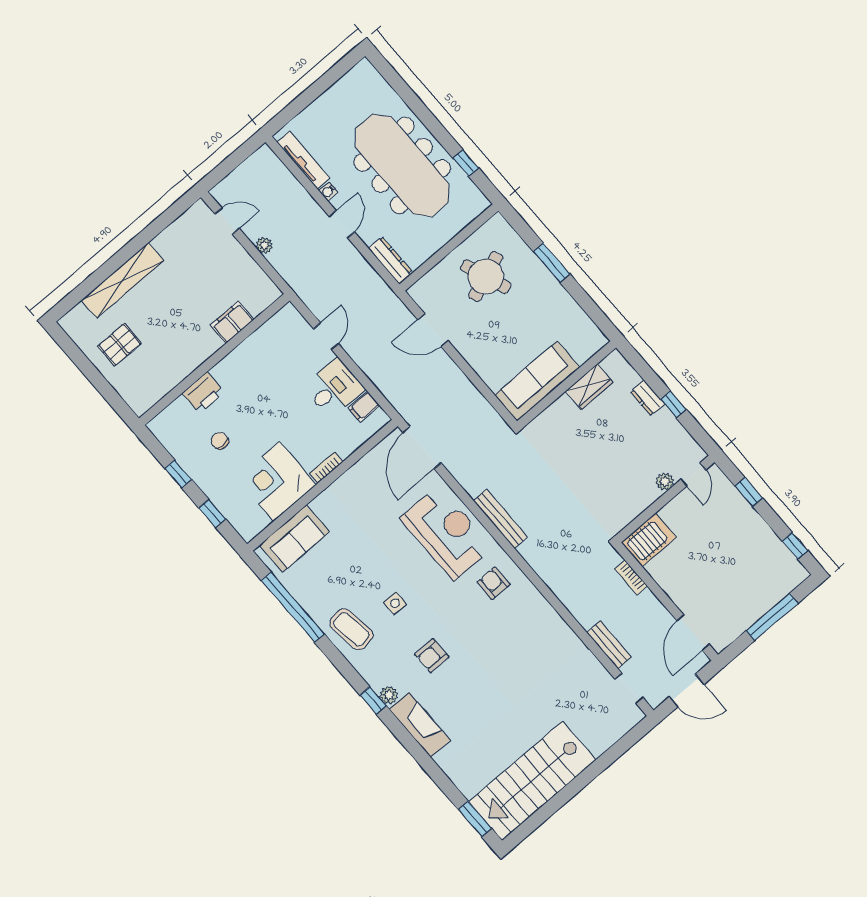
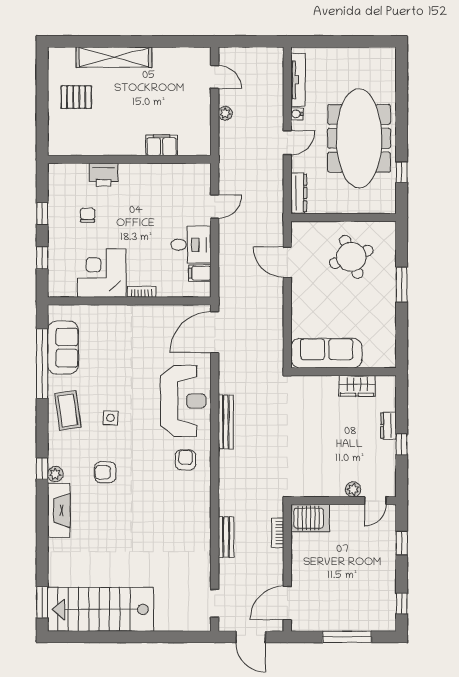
sofa: (294, 538) -> (63, 348), moved, turned -90
bench: (609, 645) -> (226, 537), moved

